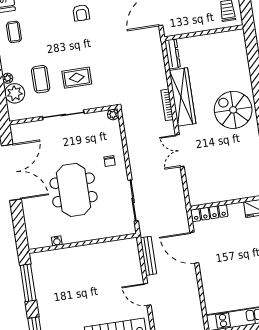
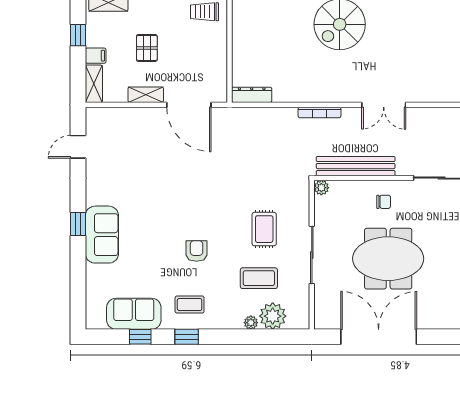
armchair: (81, 13) -> (197, 251), moved, turned -90
wardrobe: (183, 97) -> (312, 90), removed
bench: (132, 137) -> (356, 166), added
meeting table: (74, 190) -> (388, 259), moved

